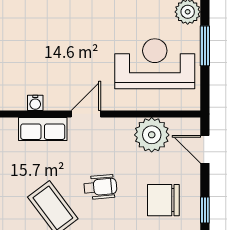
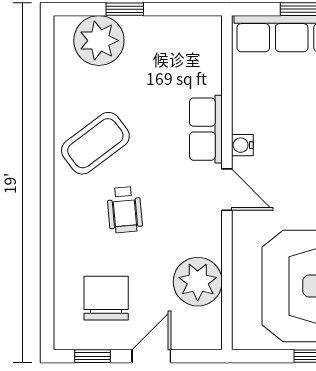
water cooler: (35, 103) -> (242, 145), moved
door: (205, 149) -> (151, 356), moved

